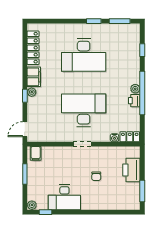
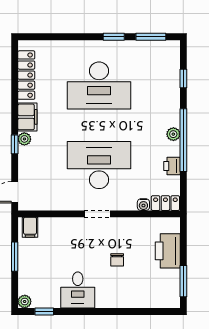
printer: (134, 101) -> (172, 166), moved
desk: (64, 197) -> (78, 290), width x0.73

